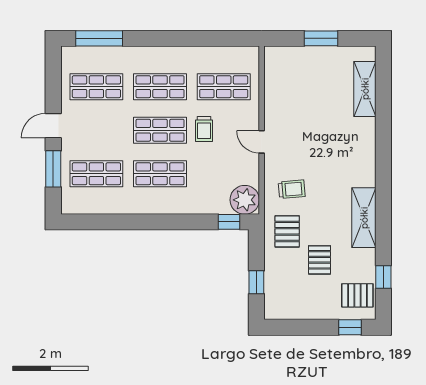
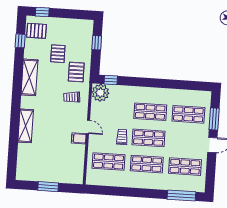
shelving: (365, 89) -> (26, 126), moved
filing cabinet: (276, 122) -> (79, 138), added

